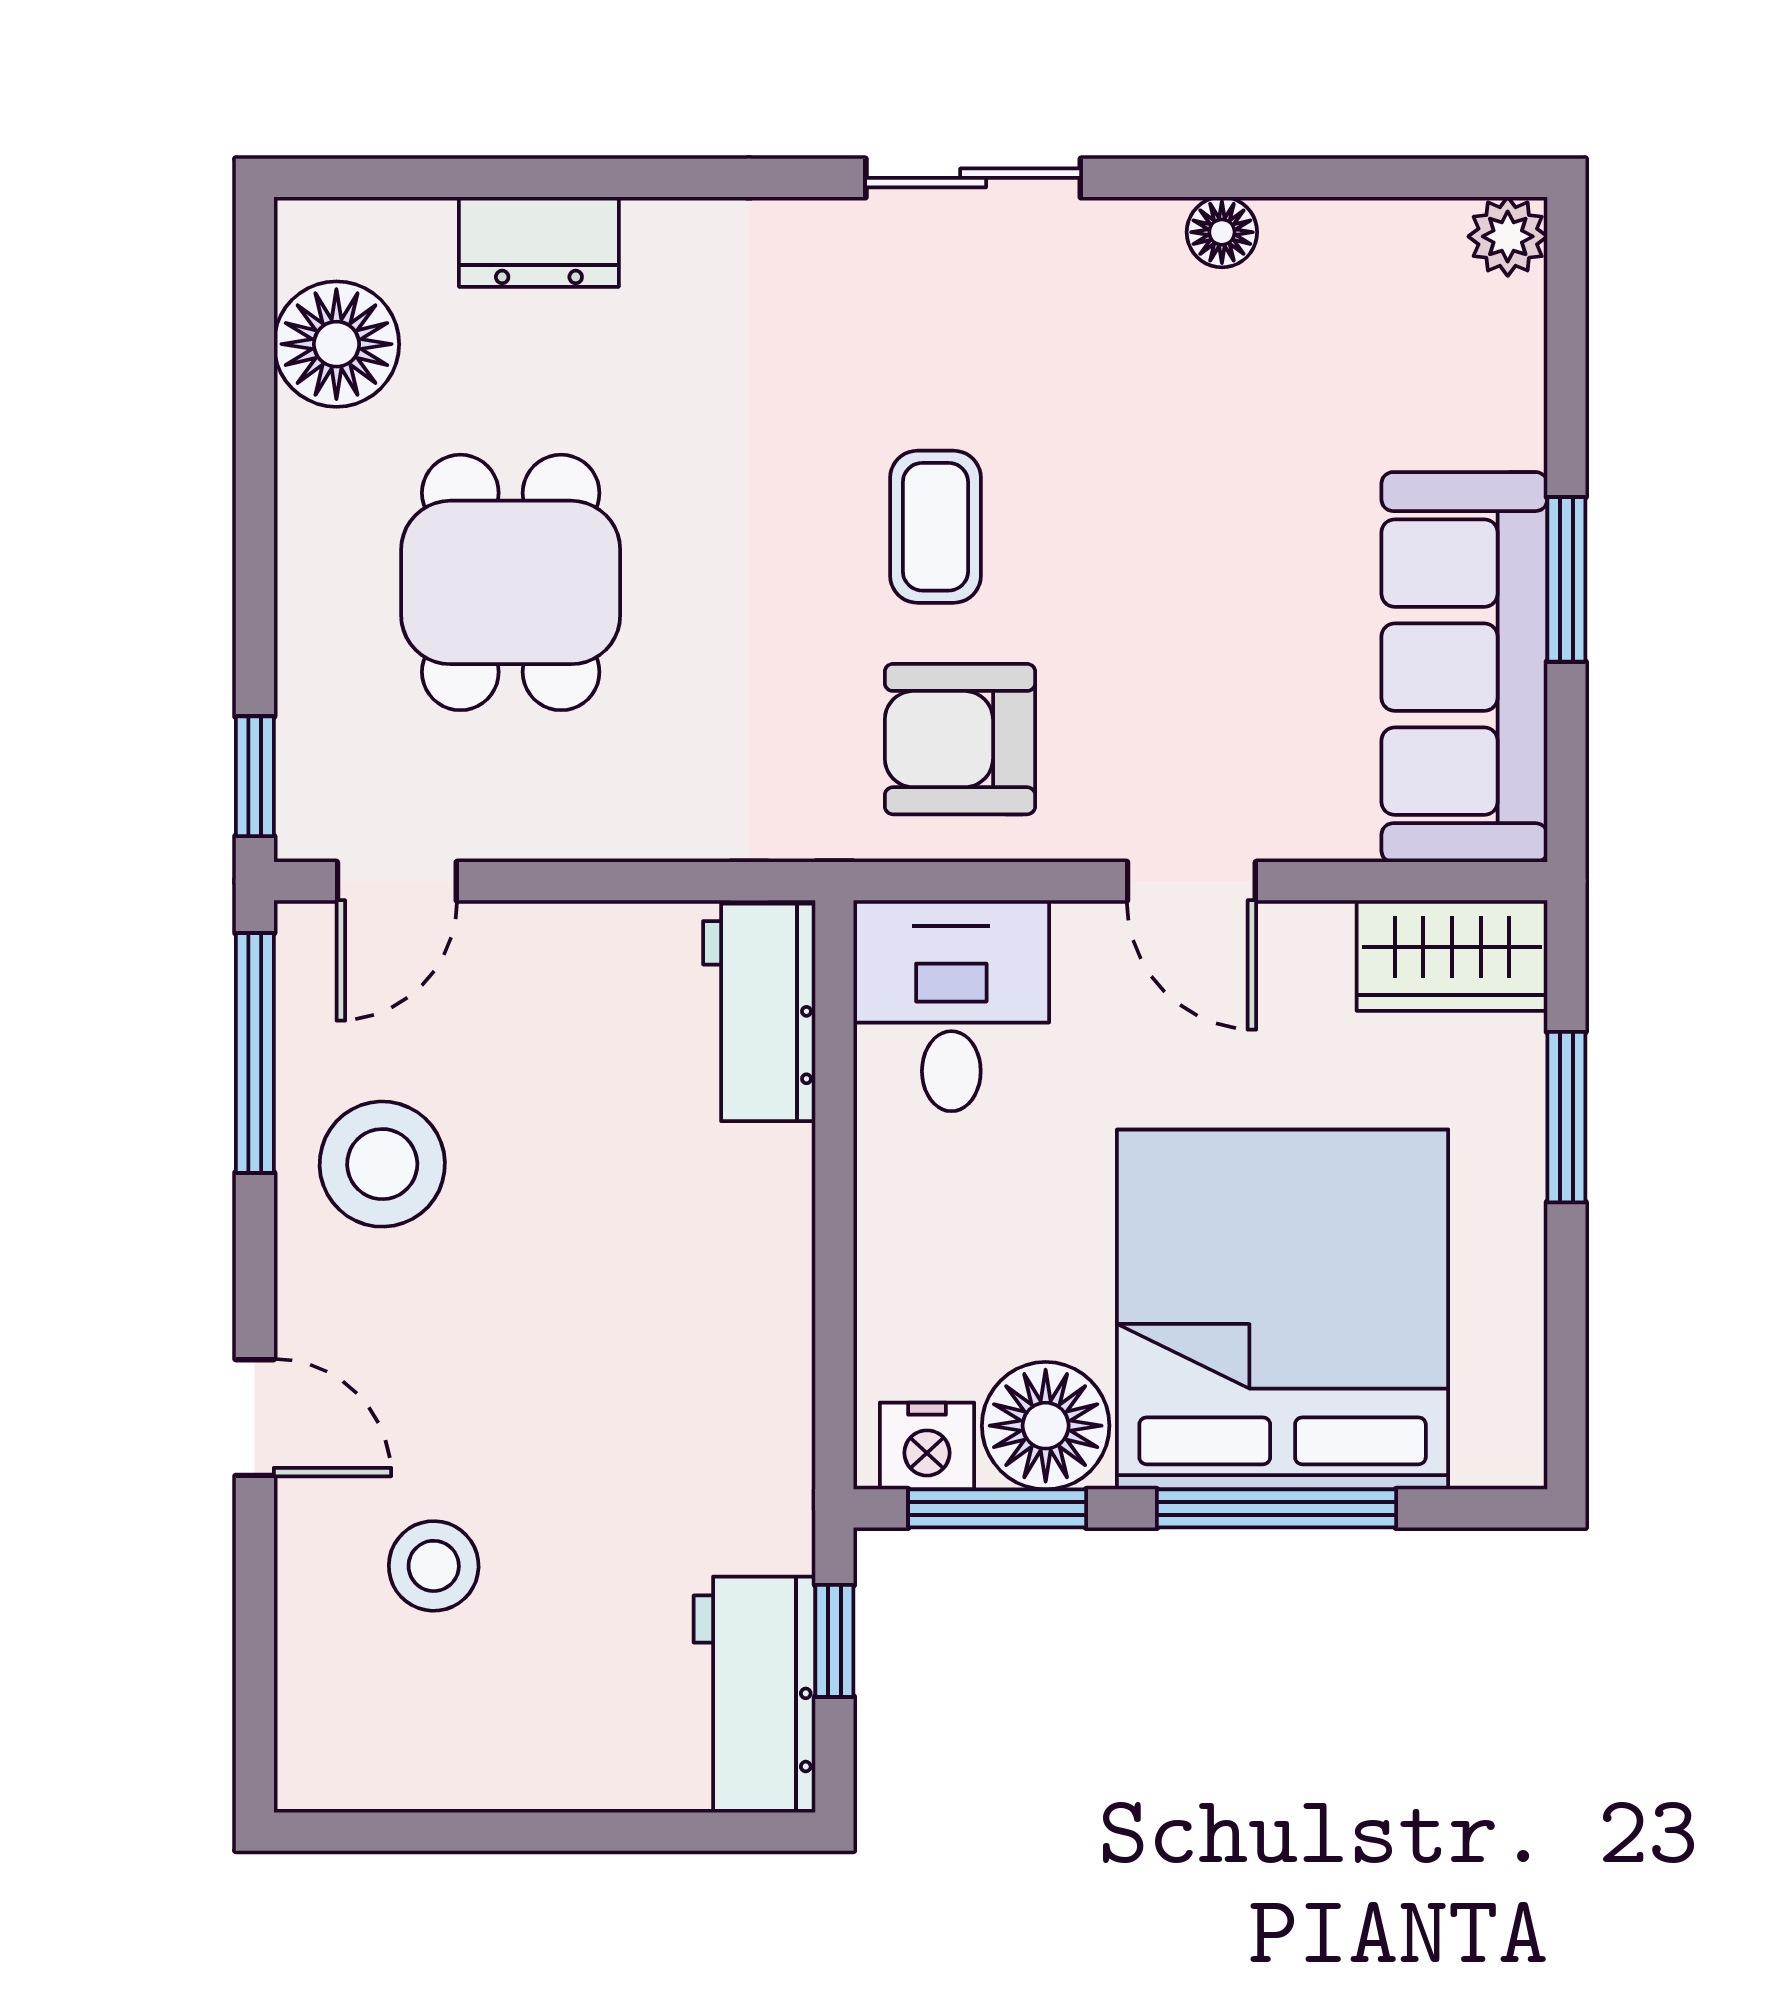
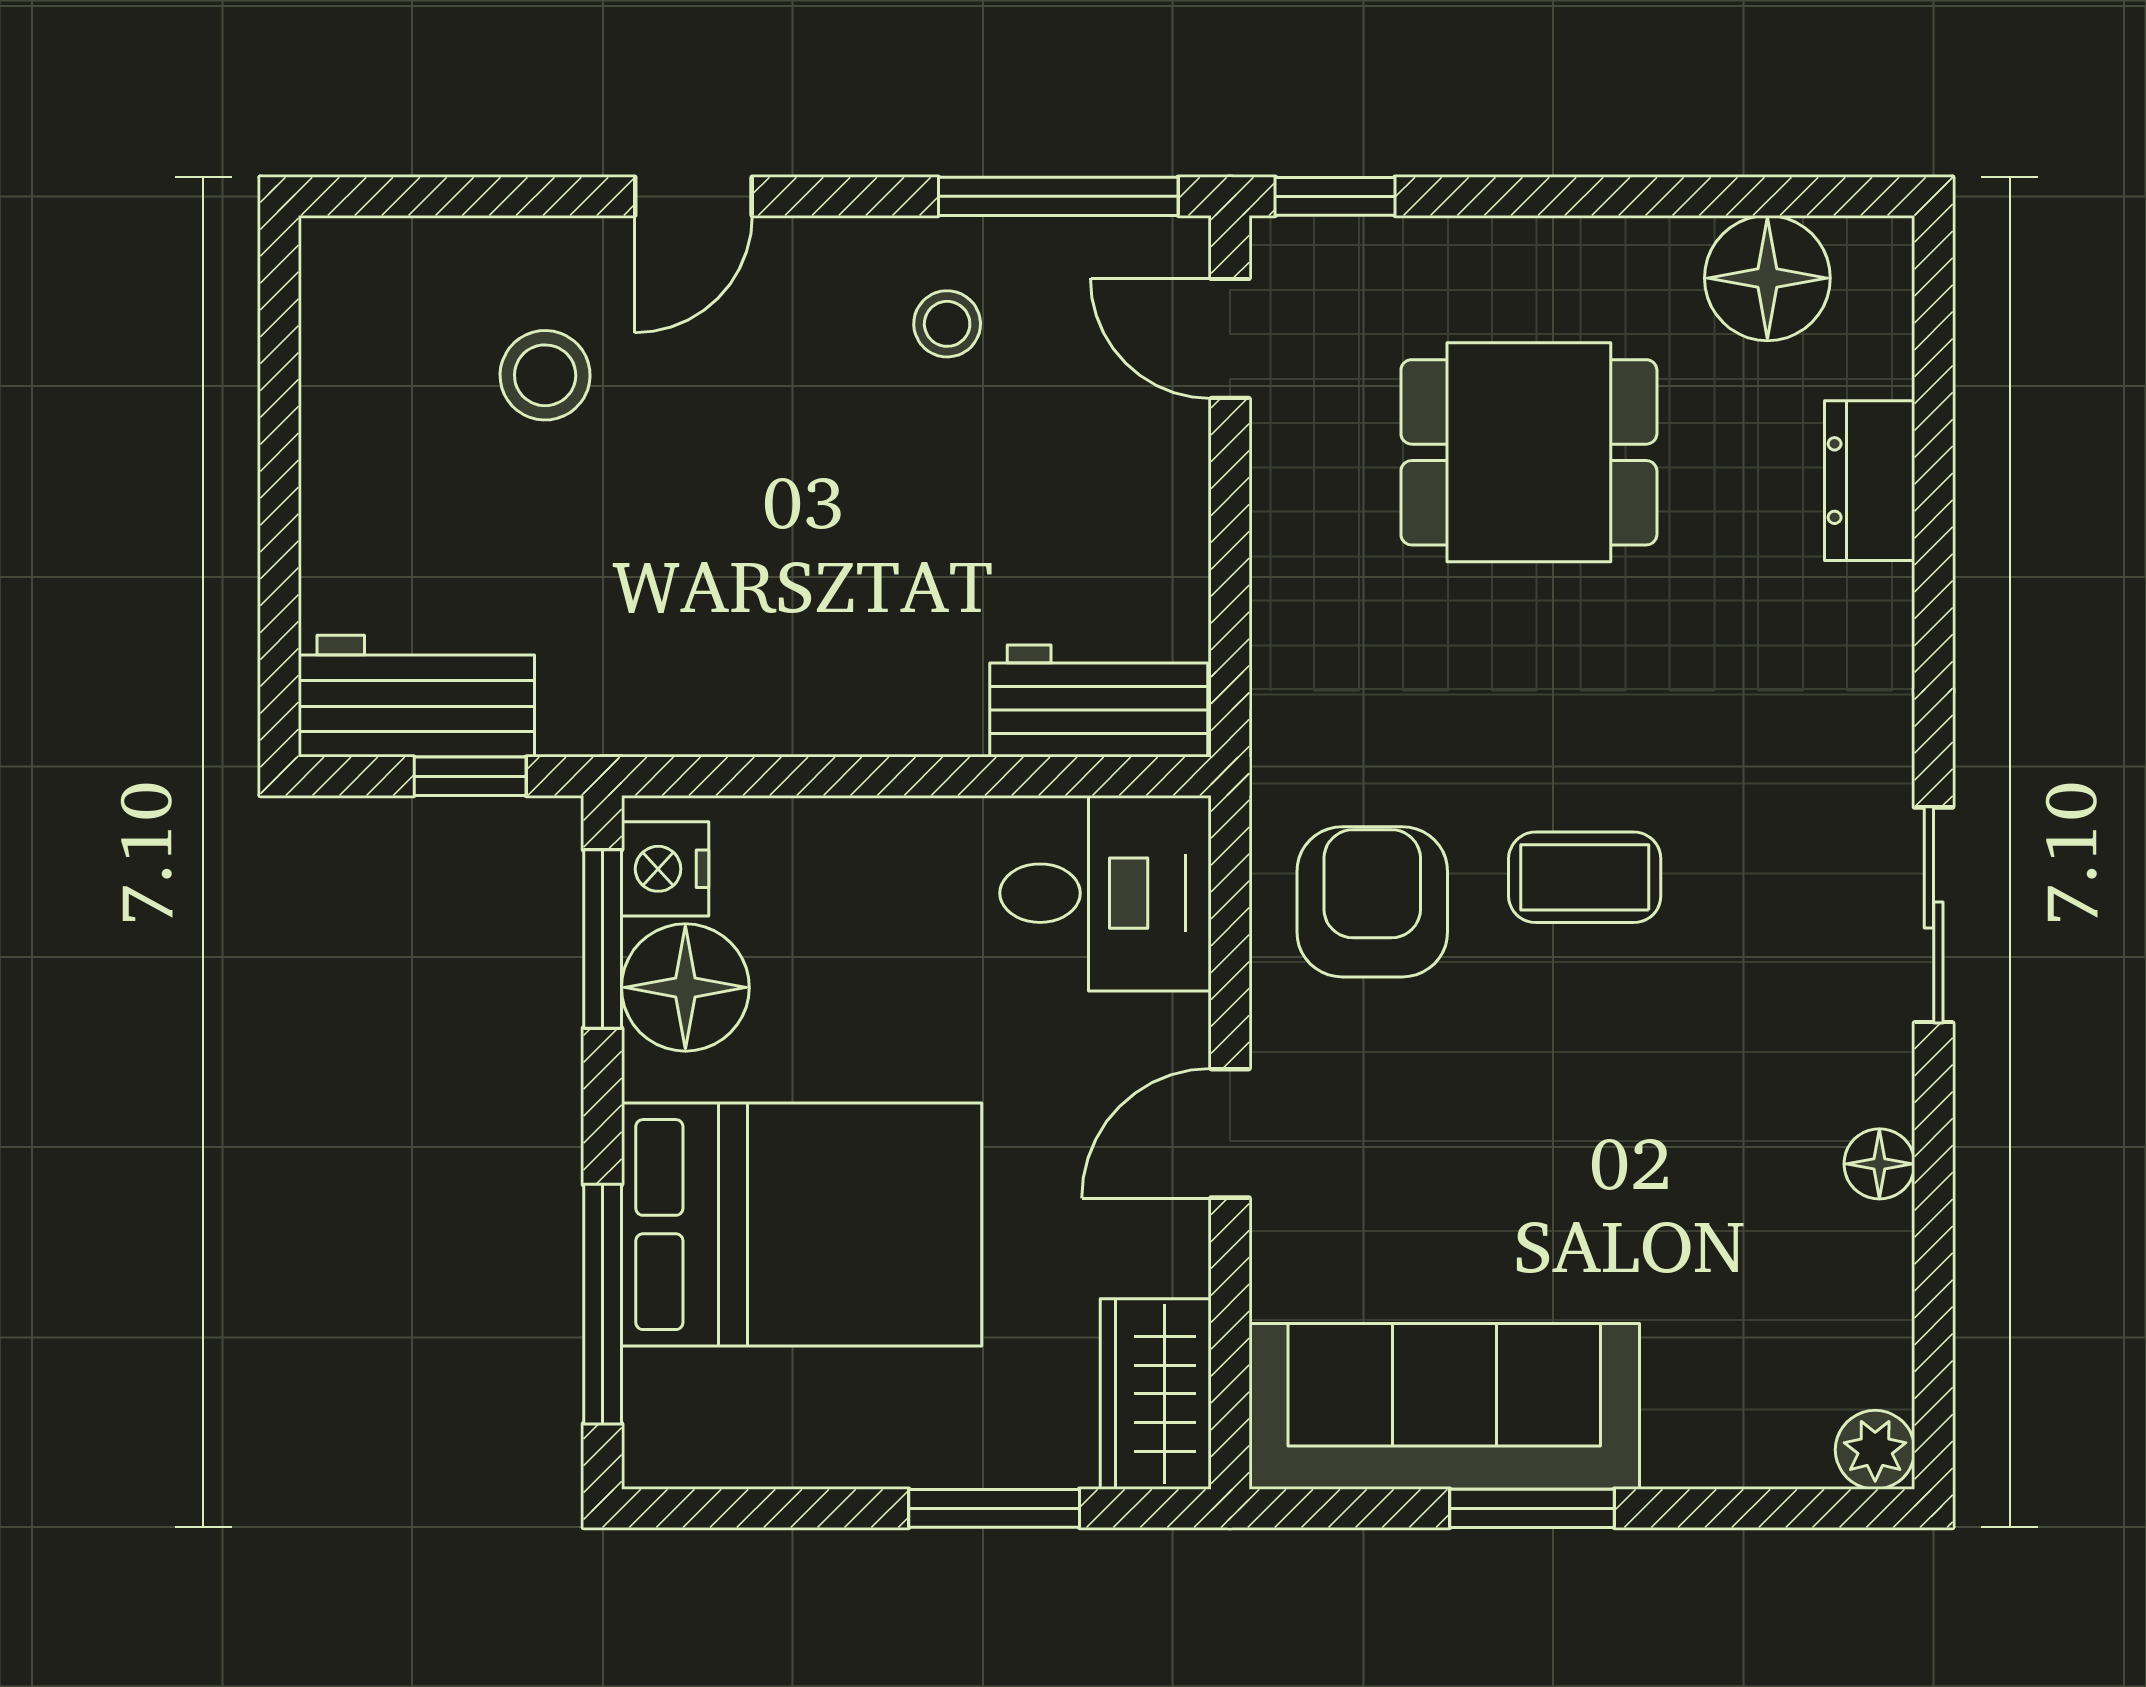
stool: (382, 1164) -> (947, 324), width x0.53, depth x0.53
bed: (1283, 1309) -> (802, 1225), width x0.73
window: (1276, 1508) -> (603, 1304), moved

